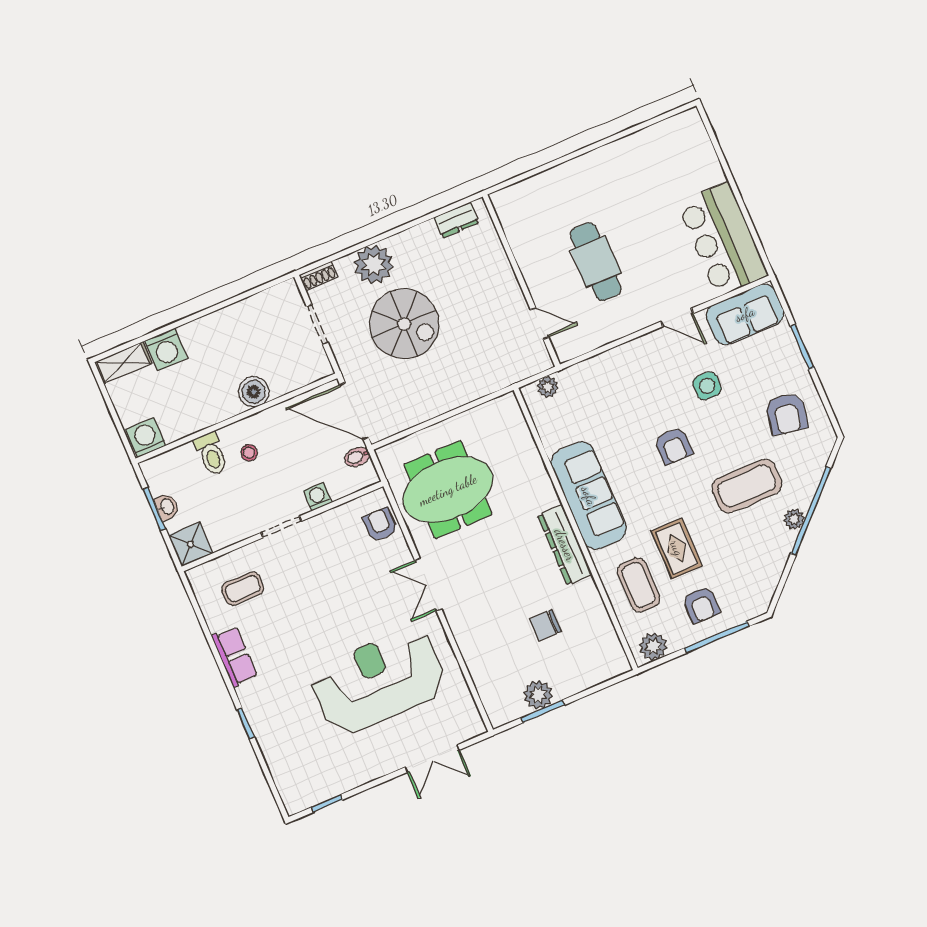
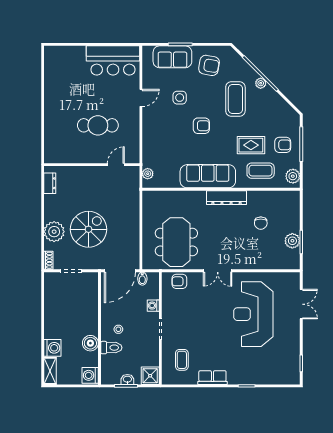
sofa: (745, 314) -> (172, 57), moved, turned 90
boiler: (254, 392) -> (90, 343), moved

